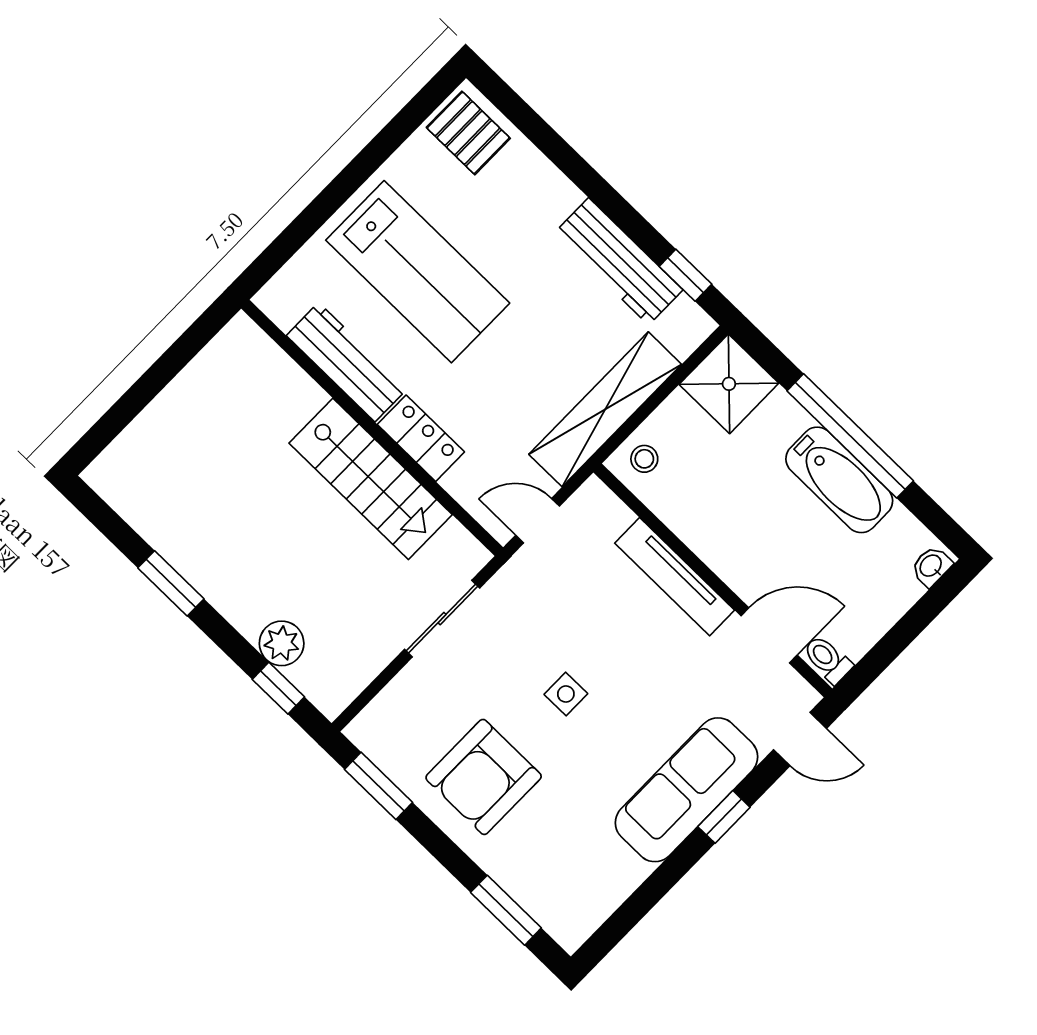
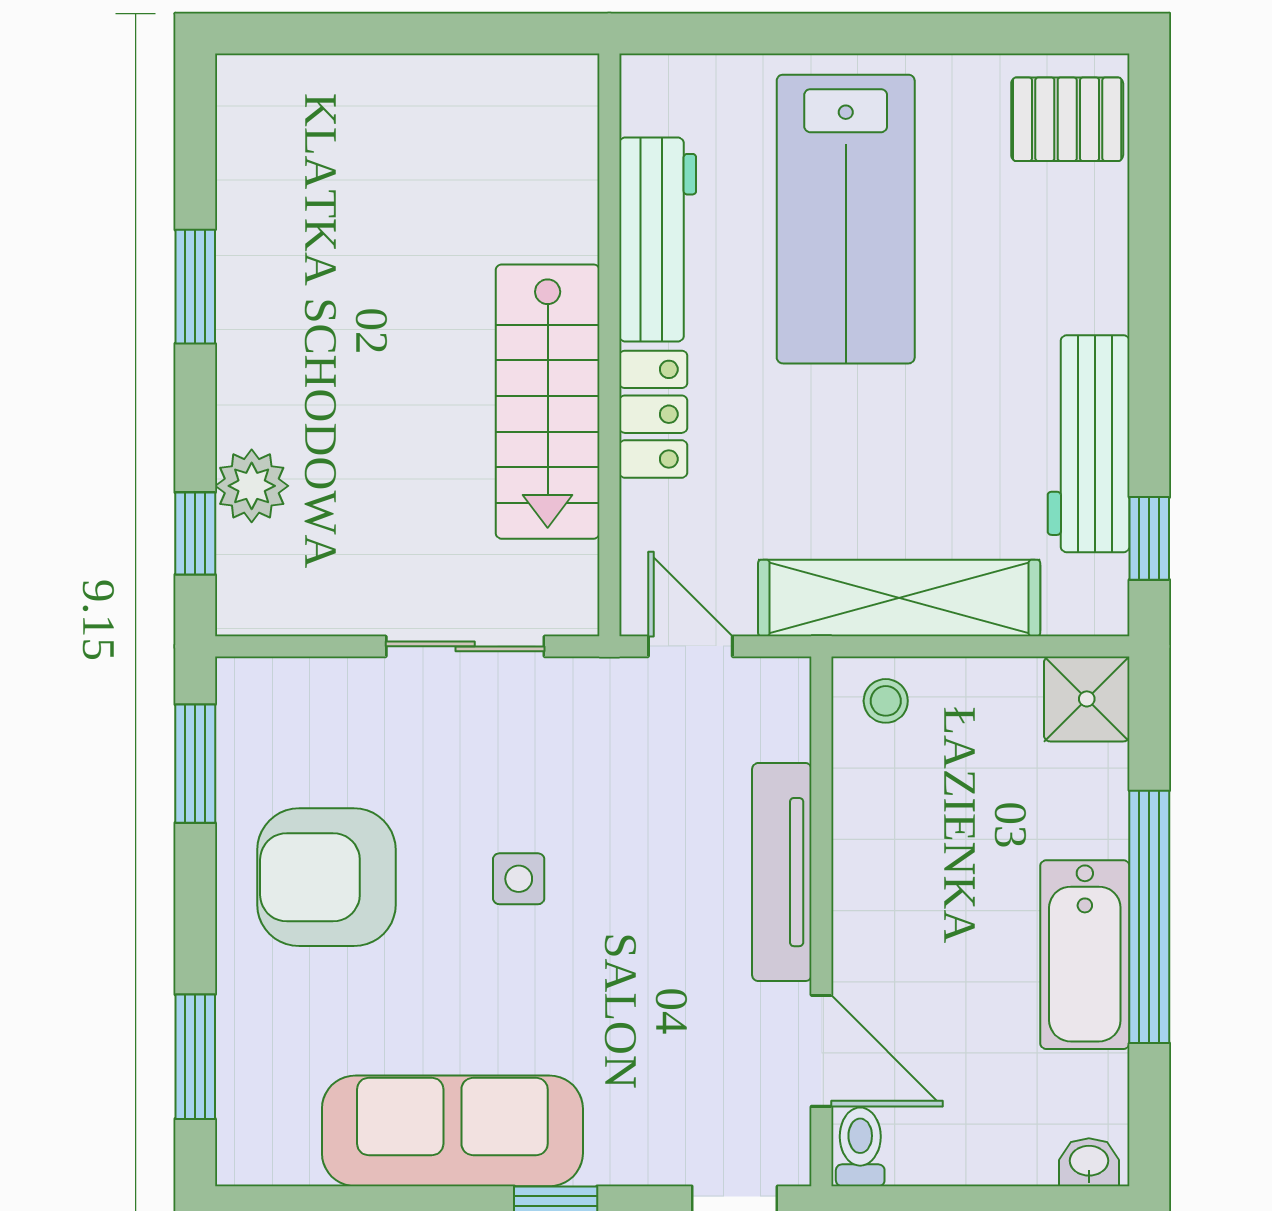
pallet: (468, 133) -> (1067, 119), turned 90
shower: (729, 384) -> (1087, 699), width x0.73, depth x0.73
sofa: (687, 790) -> (452, 1131), moved

